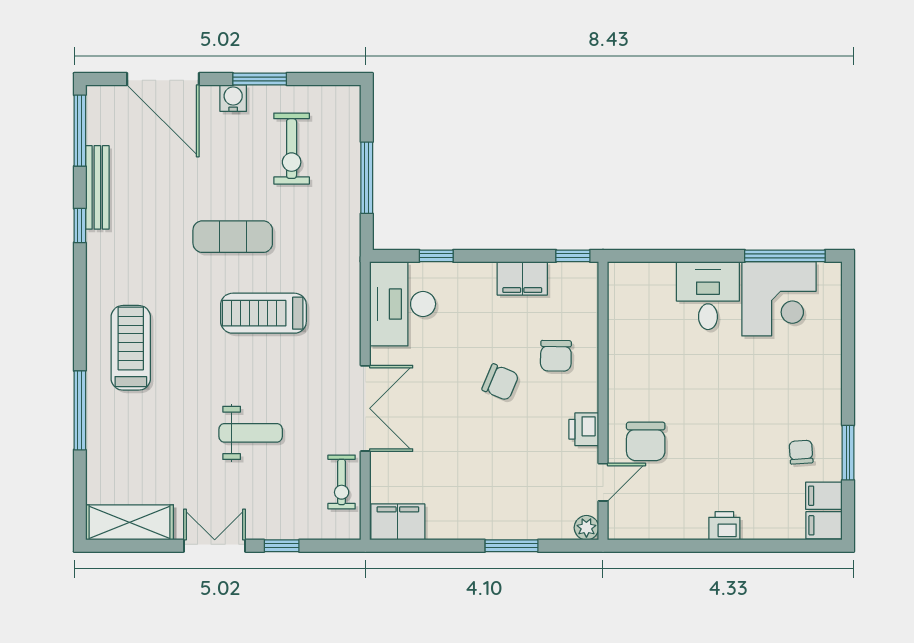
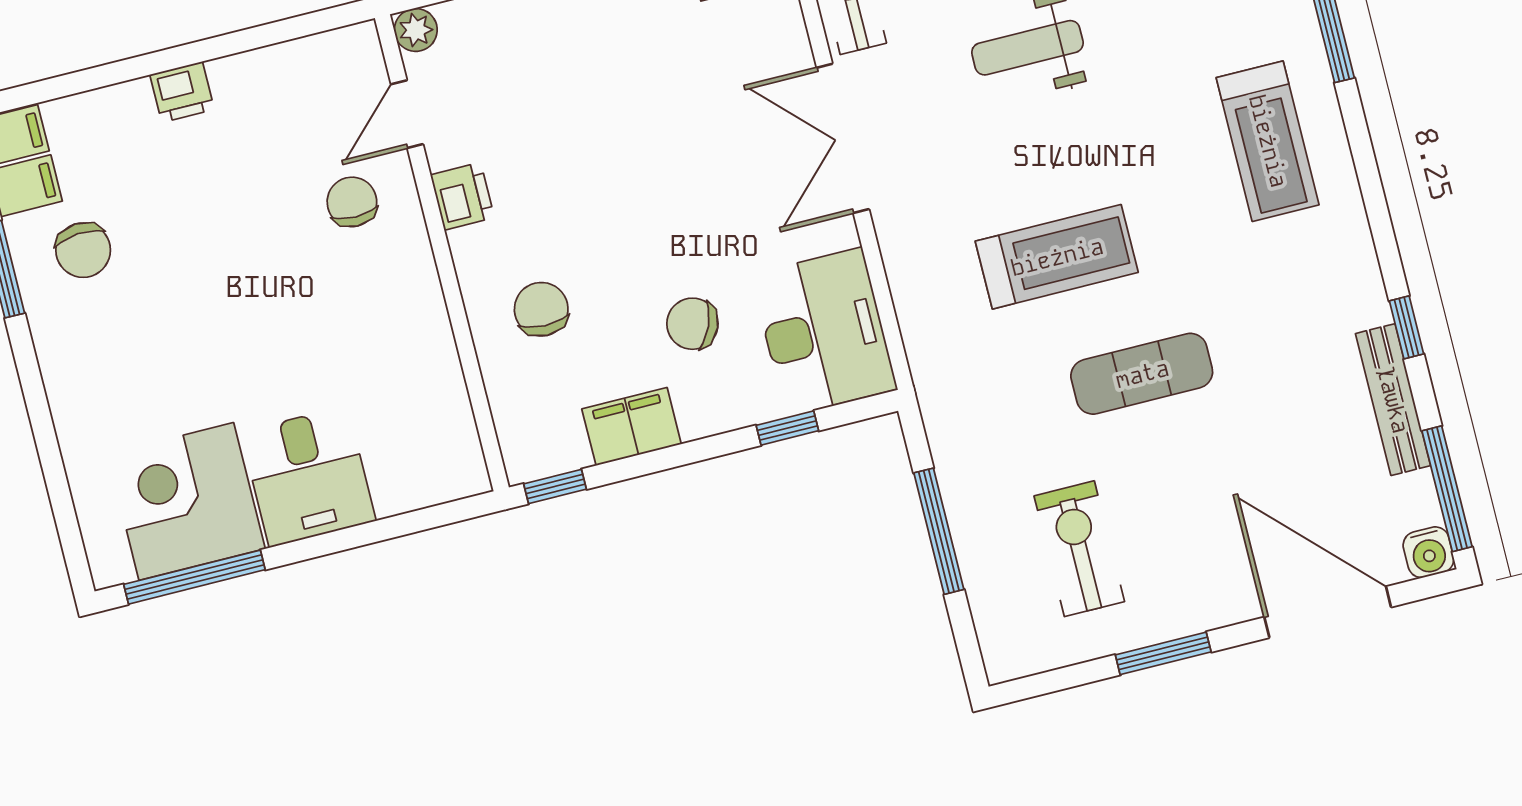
water cooler: (233, 98) -> (1428, 552), moved
chair: (500, 382) -> (692, 324), moved
chair: (646, 441) -> (352, 202), width x0.73, depth x0.73
chair: (801, 452) -> (83, 250), width x1.37, depth x1.37

